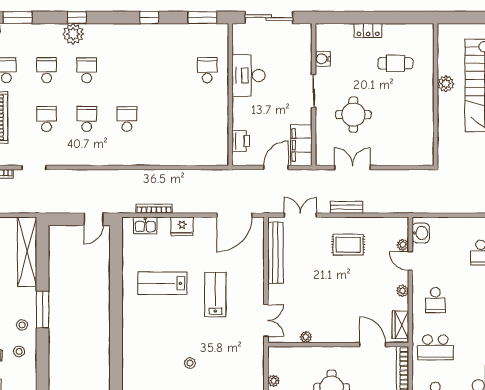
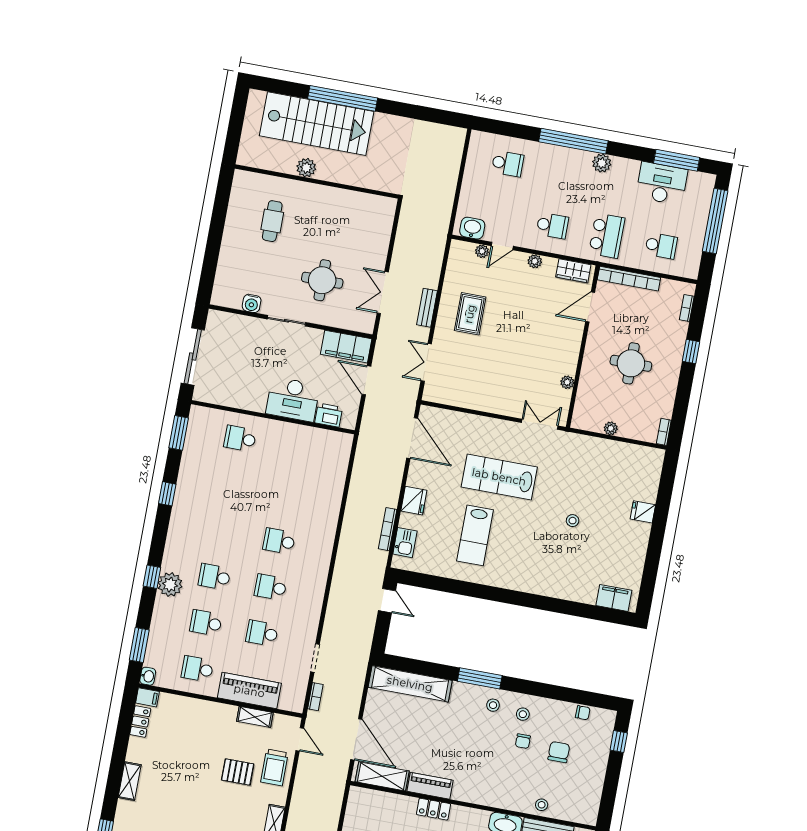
locker: (368, 30) -> (229, 245), removed
desk: (249, 76) -> (293, 399), moved
bench: (275, 253) -> (464, 399), removed
lab bench: (215, 295) -> (499, 477), width x1.36, depth x1.39

